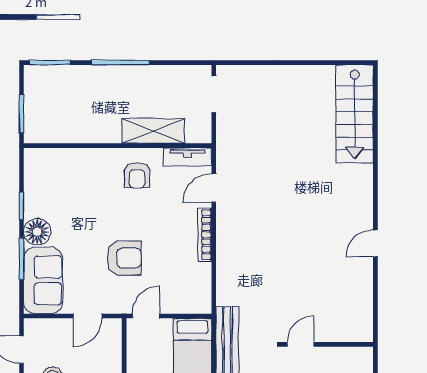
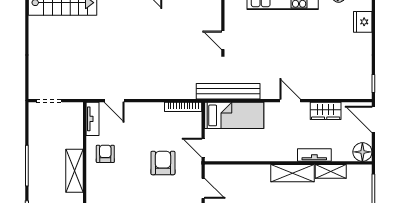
shelving: (153, 131) -> (74, 171), moved
armchair: (137, 175) -> (105, 154), turned -90
bookcase: (205, 235) -> (183, 107), moved

